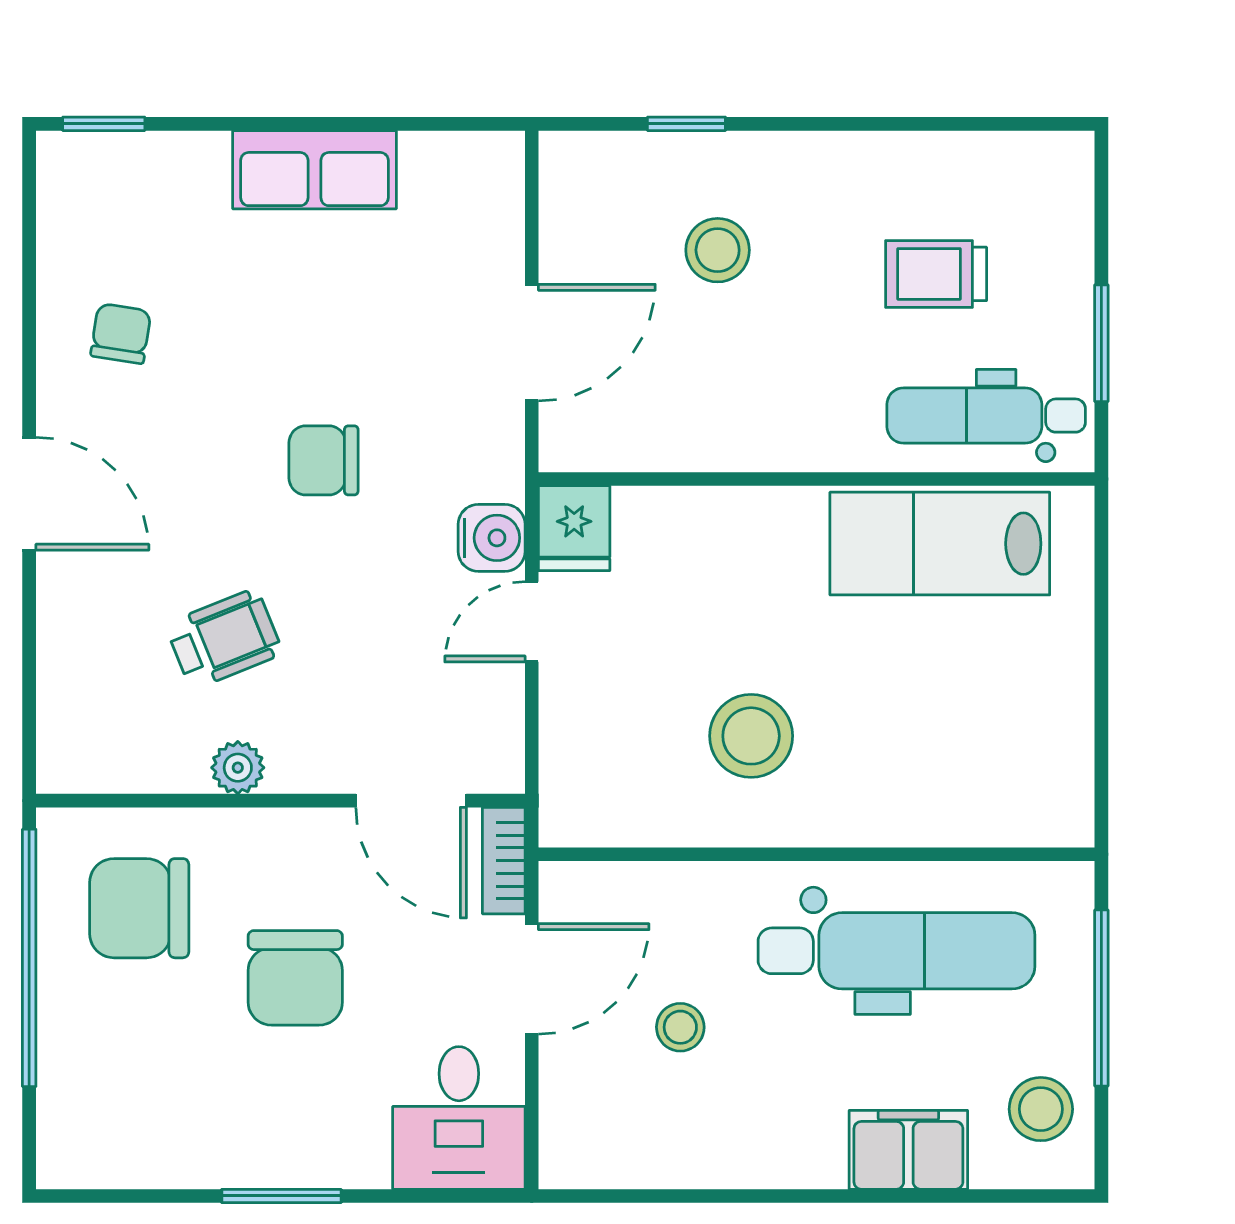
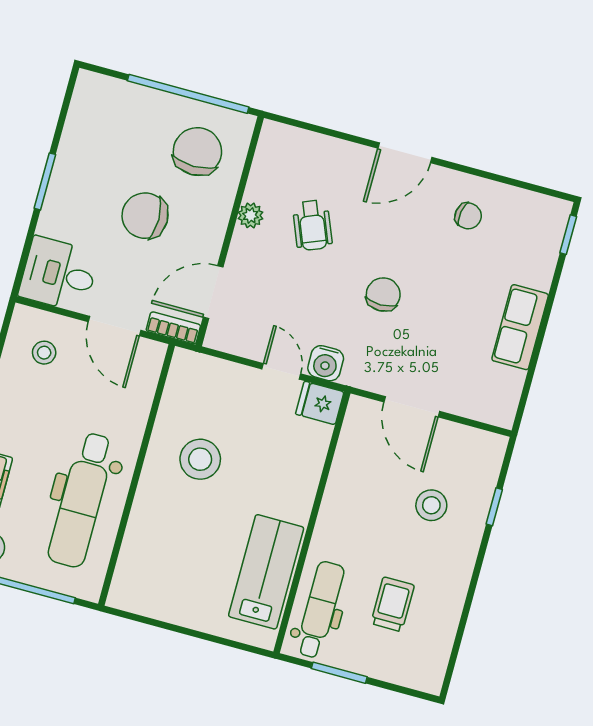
stool: (680, 1027) -> (44, 353), moved

